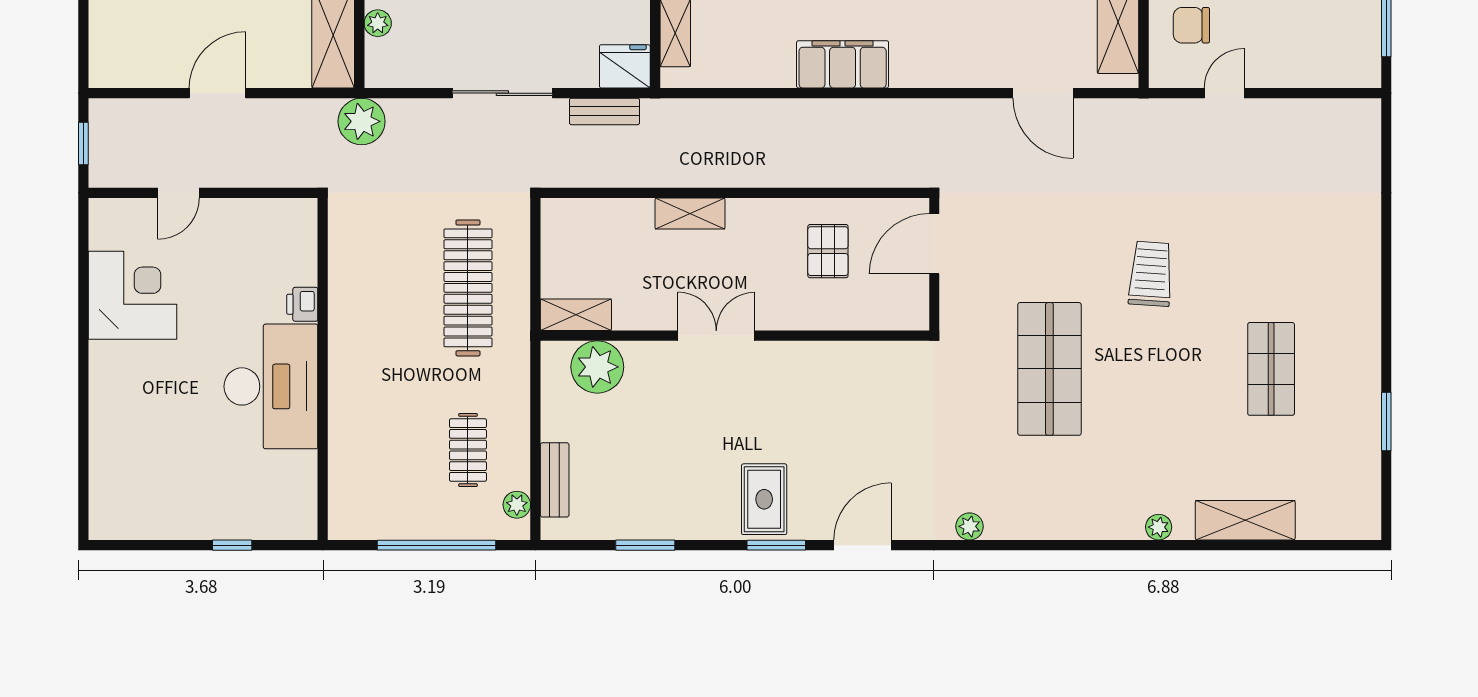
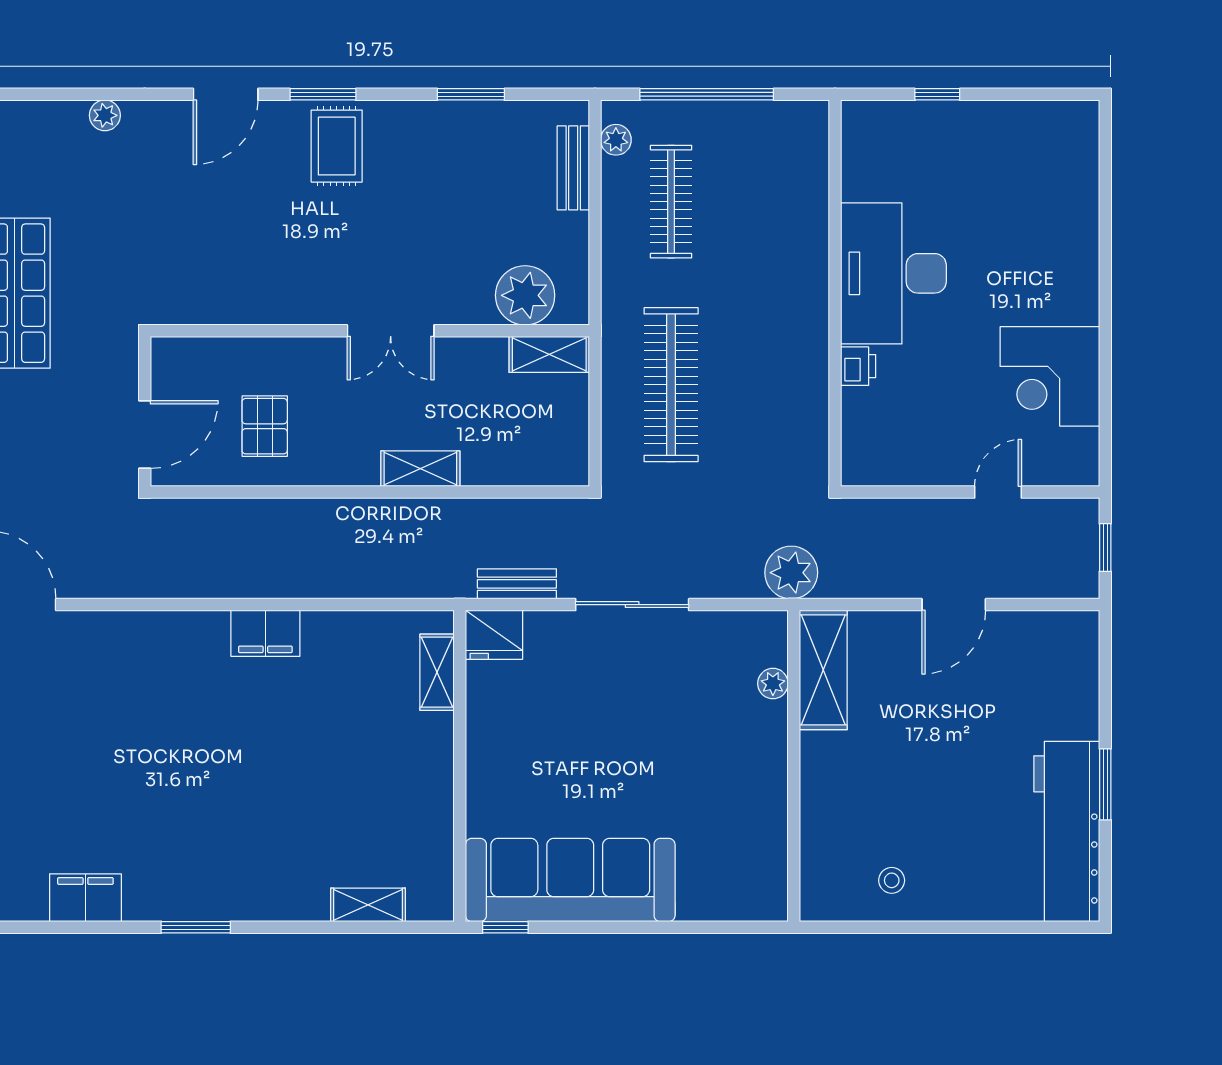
filing cabinet: (843, 64) -> (265, 633), width x0.67, depth x0.86
clothes rail: (468, 450) -> (671, 202), width x1.36

